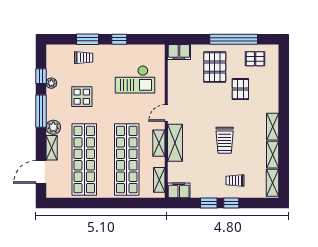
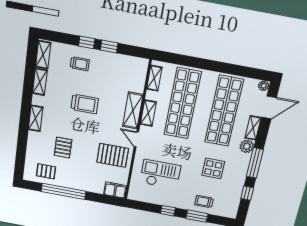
pallet: (215, 67) -> (113, 155), moved, turned 90
plant: (51, 83) -> (264, 86), moved
door: (166, 113) -> (136, 139), swing flipped
shelving: (273, 127) -> (36, 118), moved
trolley: (225, 140) -> (85, 104), turned 90
filing cabinet: (179, 190) -> (137, 64), removed

